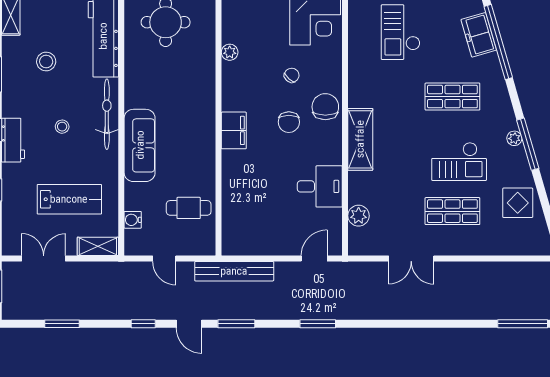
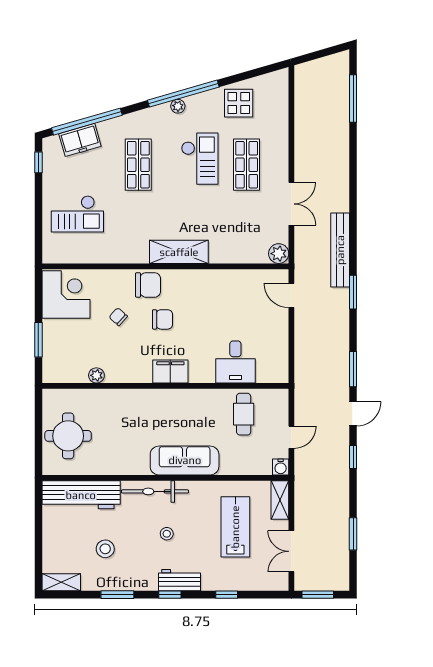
chair: (325, 107) -> (148, 285), turned 180
window: (528, 144) -> (183, 94), width x1.46
desk: (320, 186) -> (235, 362), moved, turned 180
plant: (359, 216) -> (279, 254), moved
water cooler: (133, 220) -> (281, 467), moved
bench: (234, 271) -> (340, 250), moved

